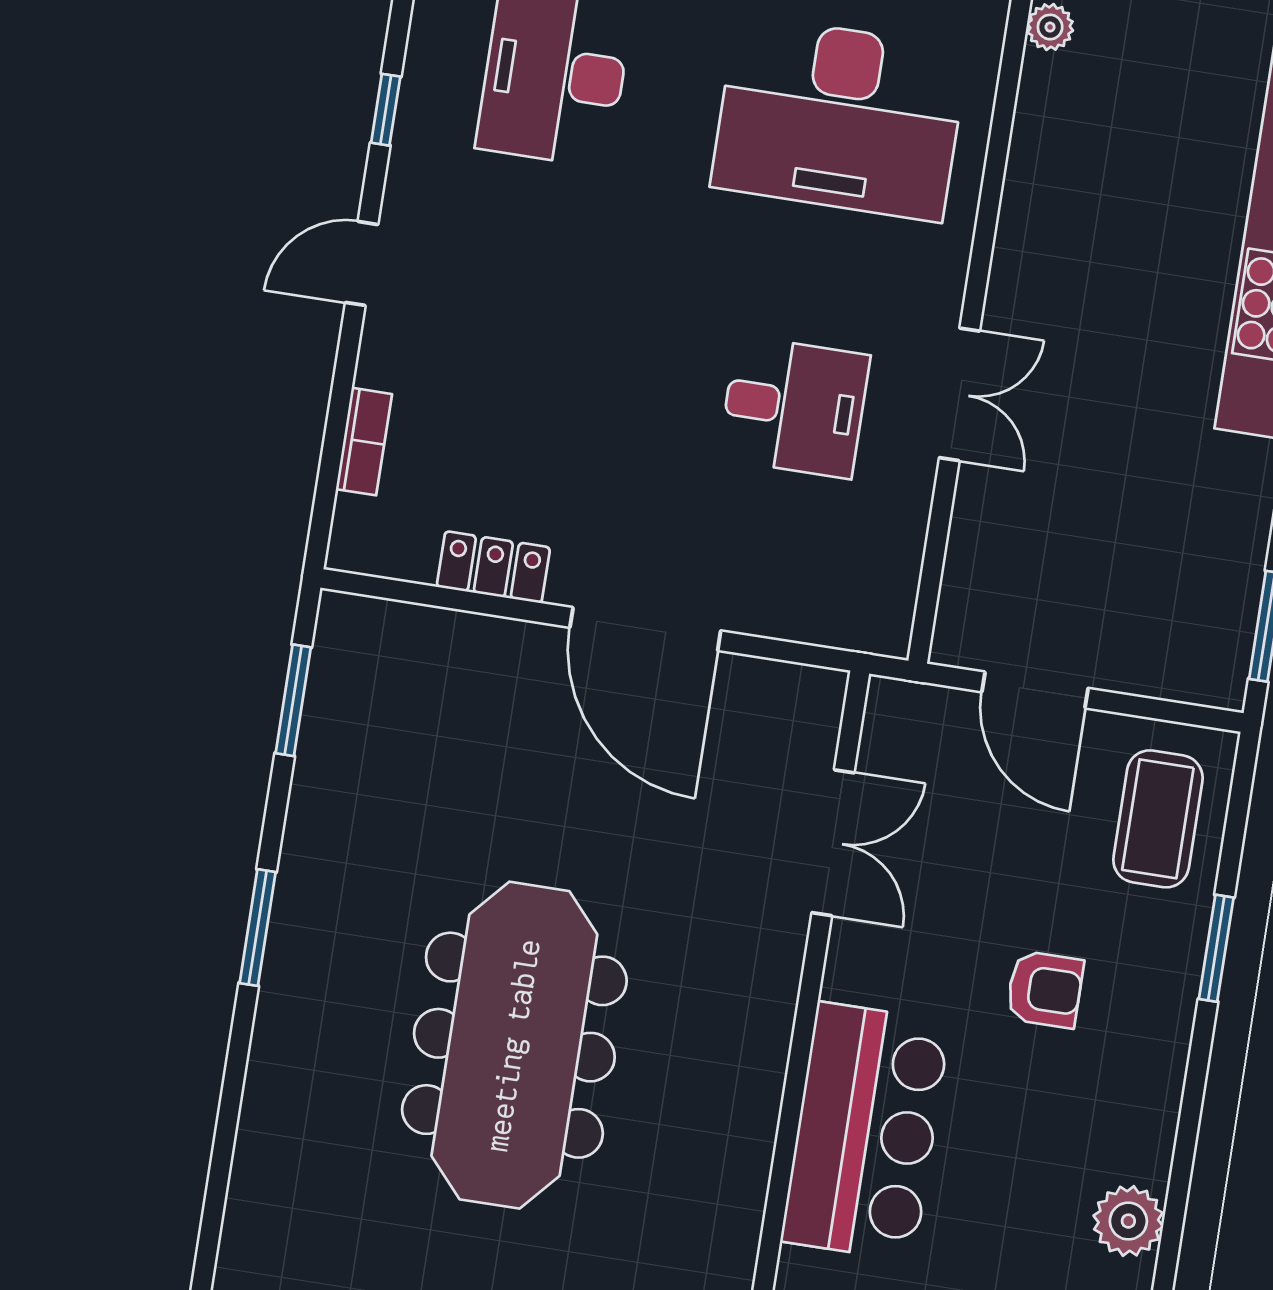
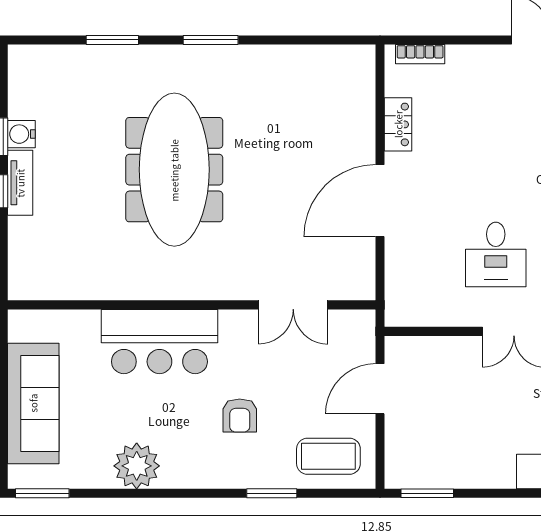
bookcase: (364, 442) -> (420, 54), moved
window: (293, 700) -> (112, 40), moved
meeting table: (514, 1045) -> (174, 170), turned 90
plant: (1128, 1221) -> (137, 466), width x1.36, depth x1.36

